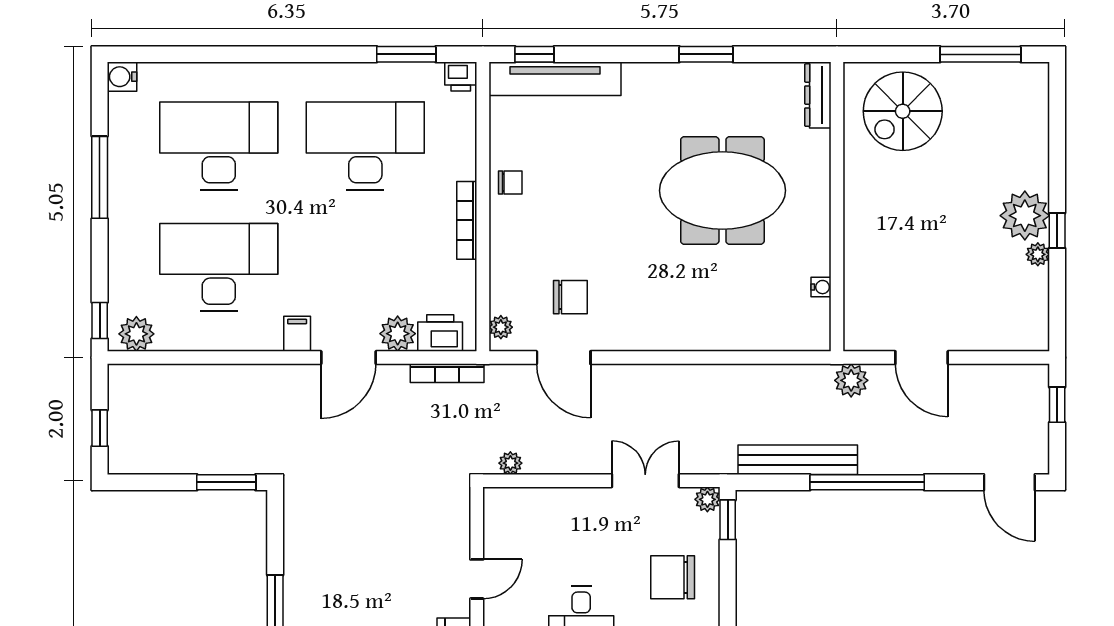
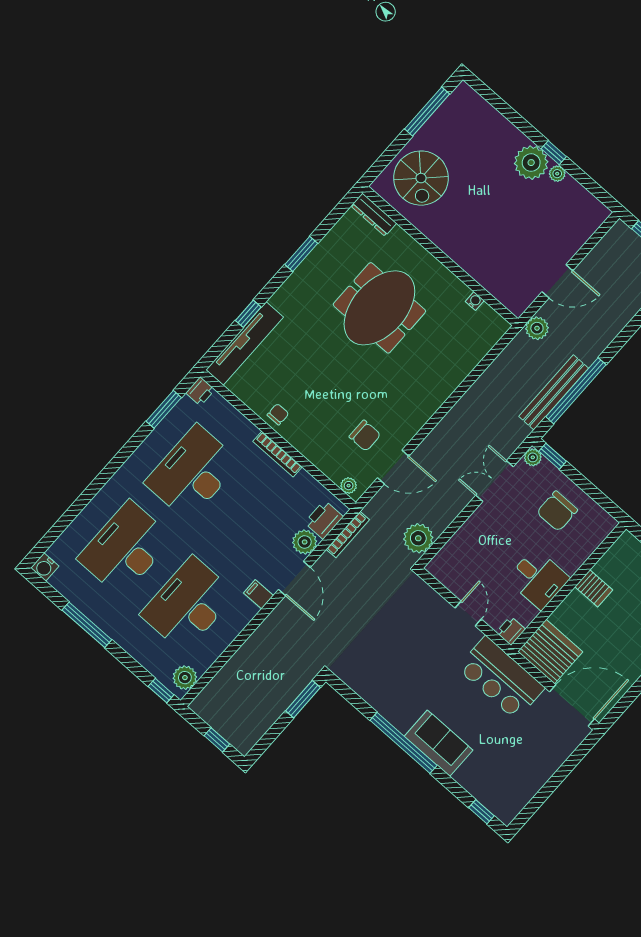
window: (534, 54) -> (248, 314), moved
chair: (570, 297) -> (365, 436), turned 90
plant: (510, 463) -> (418, 538), width x1.88, depth x1.88
window: (867, 482) -> (576, 391), moved

